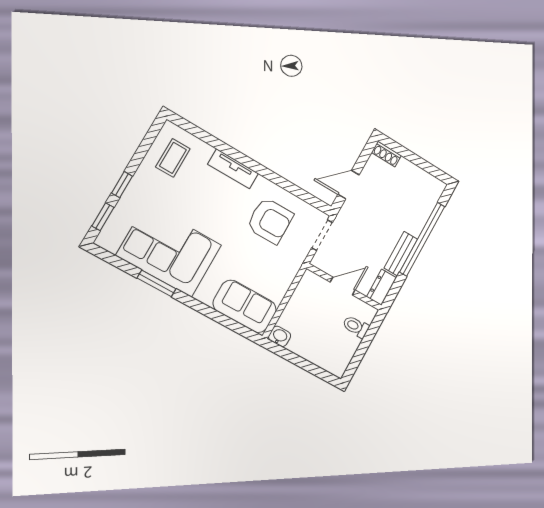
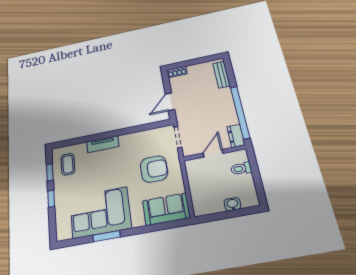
window: (103, 217) -> (50, 172), moved
armchair: (270, 221) -> (154, 169), moved
window: (422, 239) -> (240, 112), moved
bench: (401, 254) -> (221, 75), moved
washbasin: (280, 336) -> (232, 204), moved

